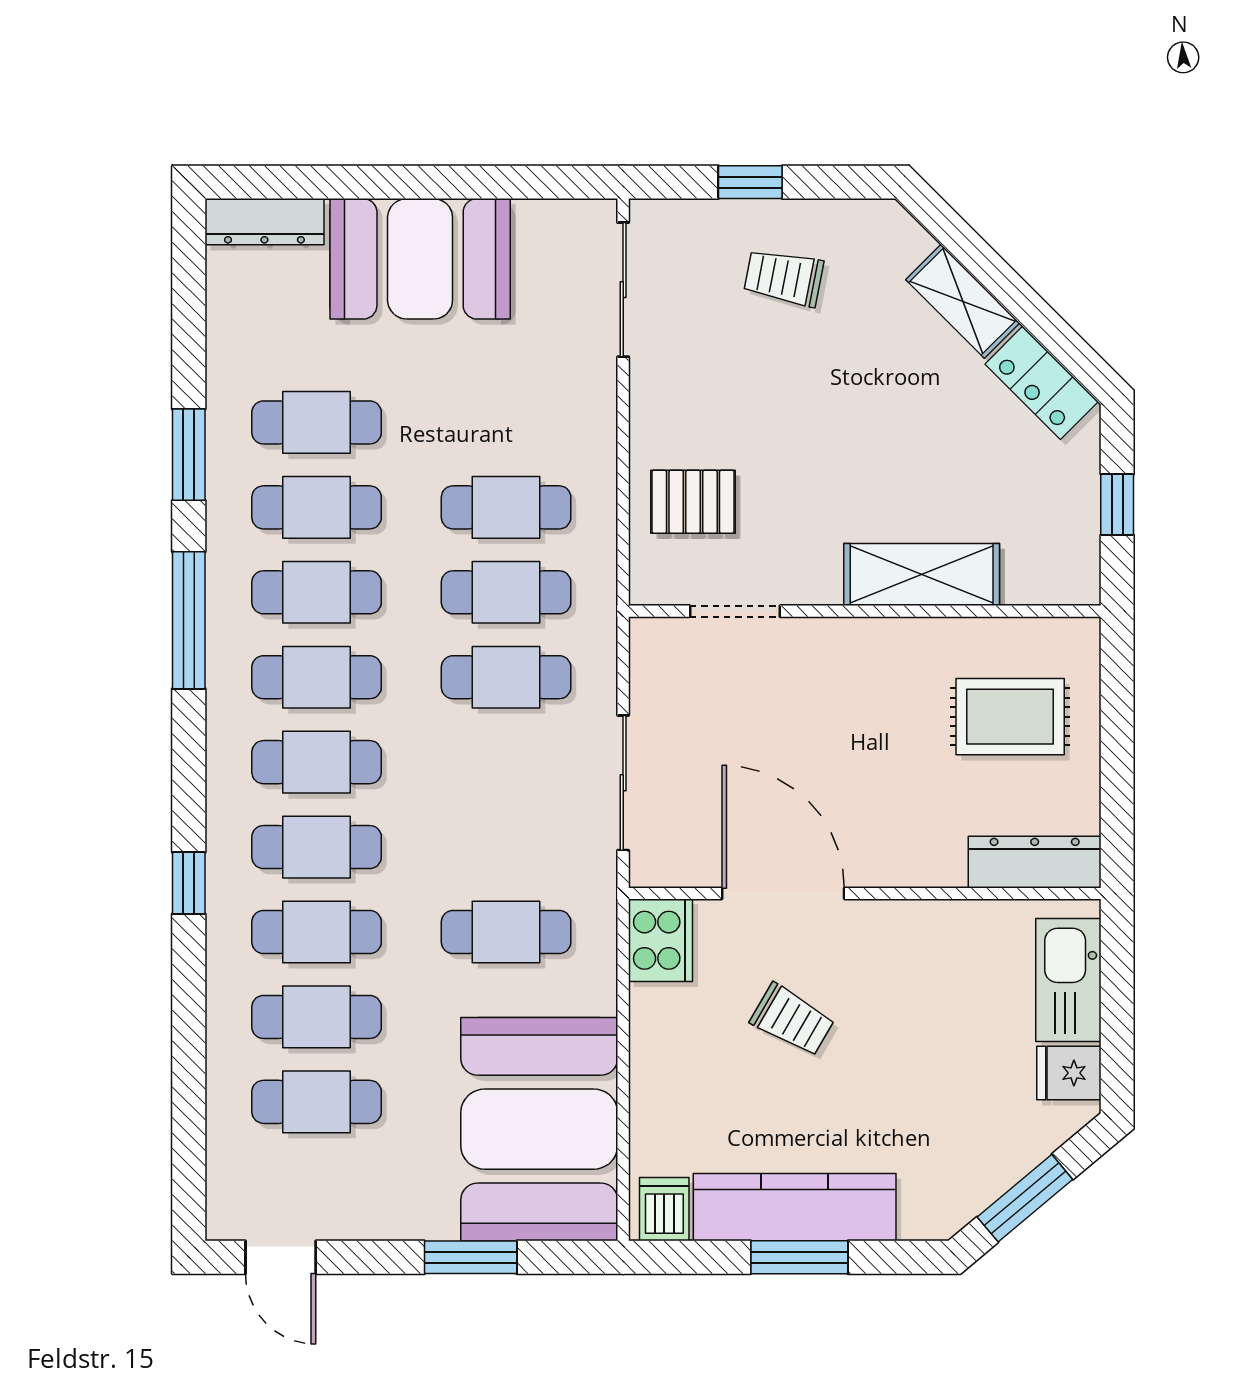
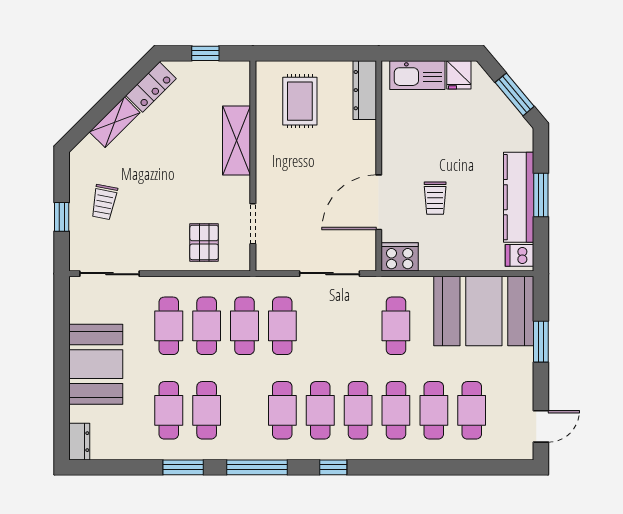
dresser: (264, 222) -> (79, 442), width x0.70
cafe table: (317, 592) -> (169, 326), moved
window: (189, 883) -> (333, 467), moved
trolley: (792, 1020) -> (435, 198), turned 150

